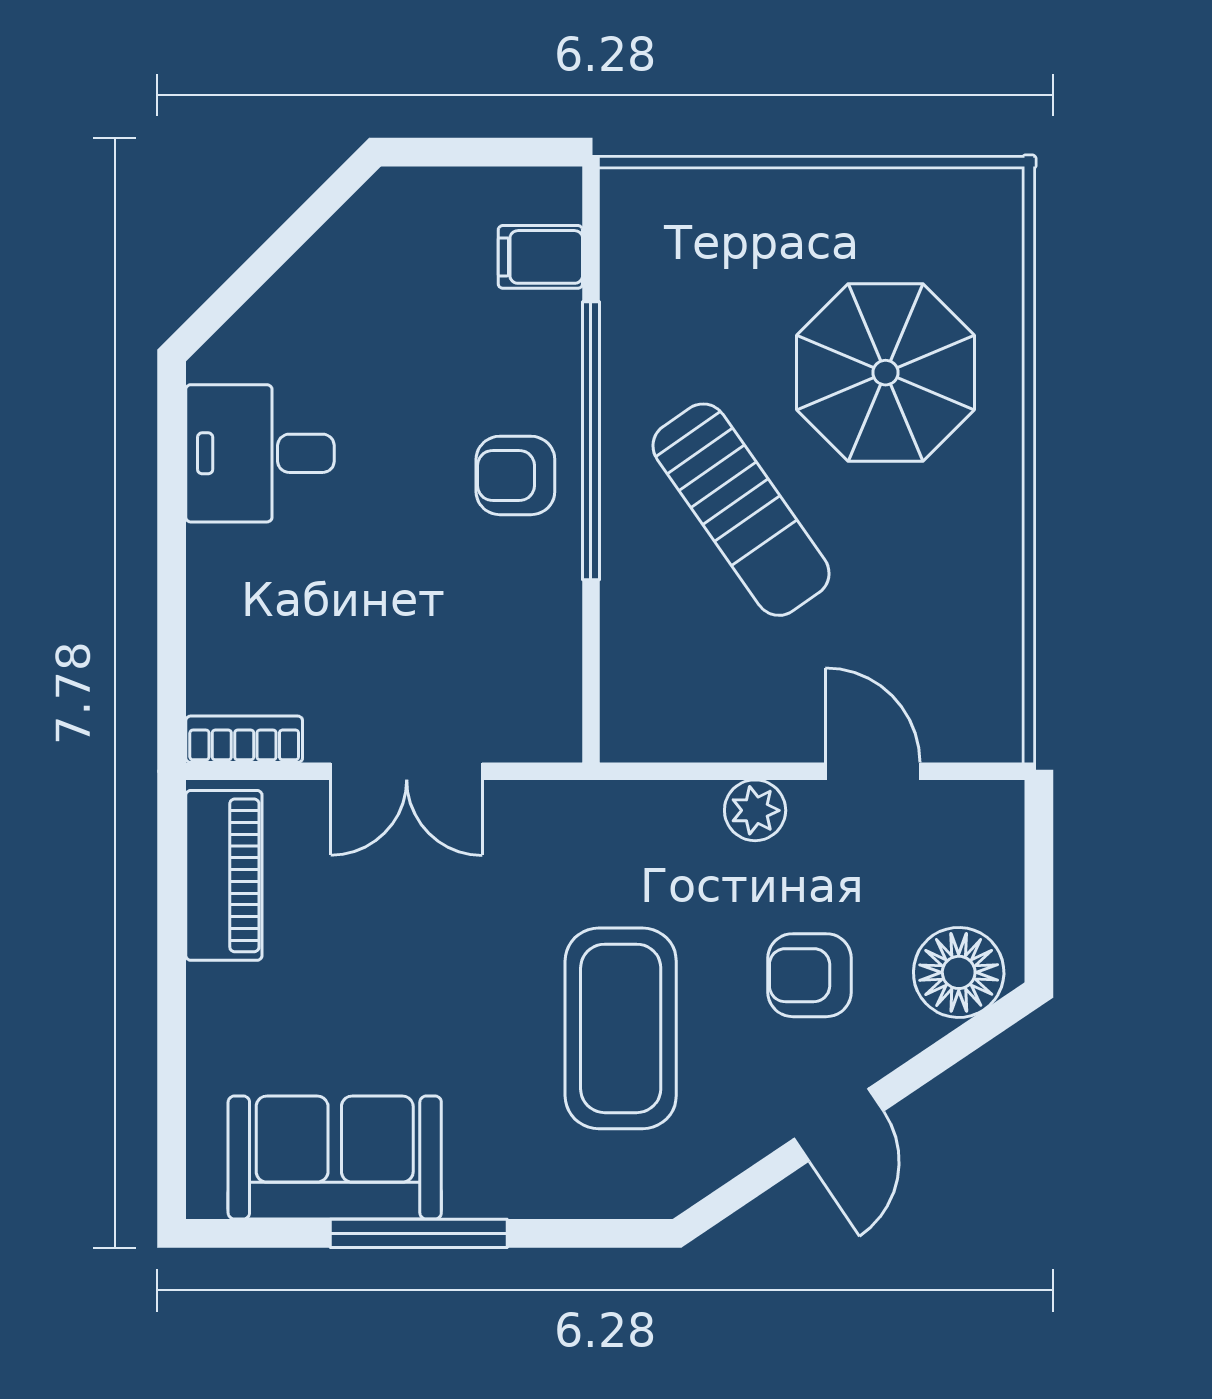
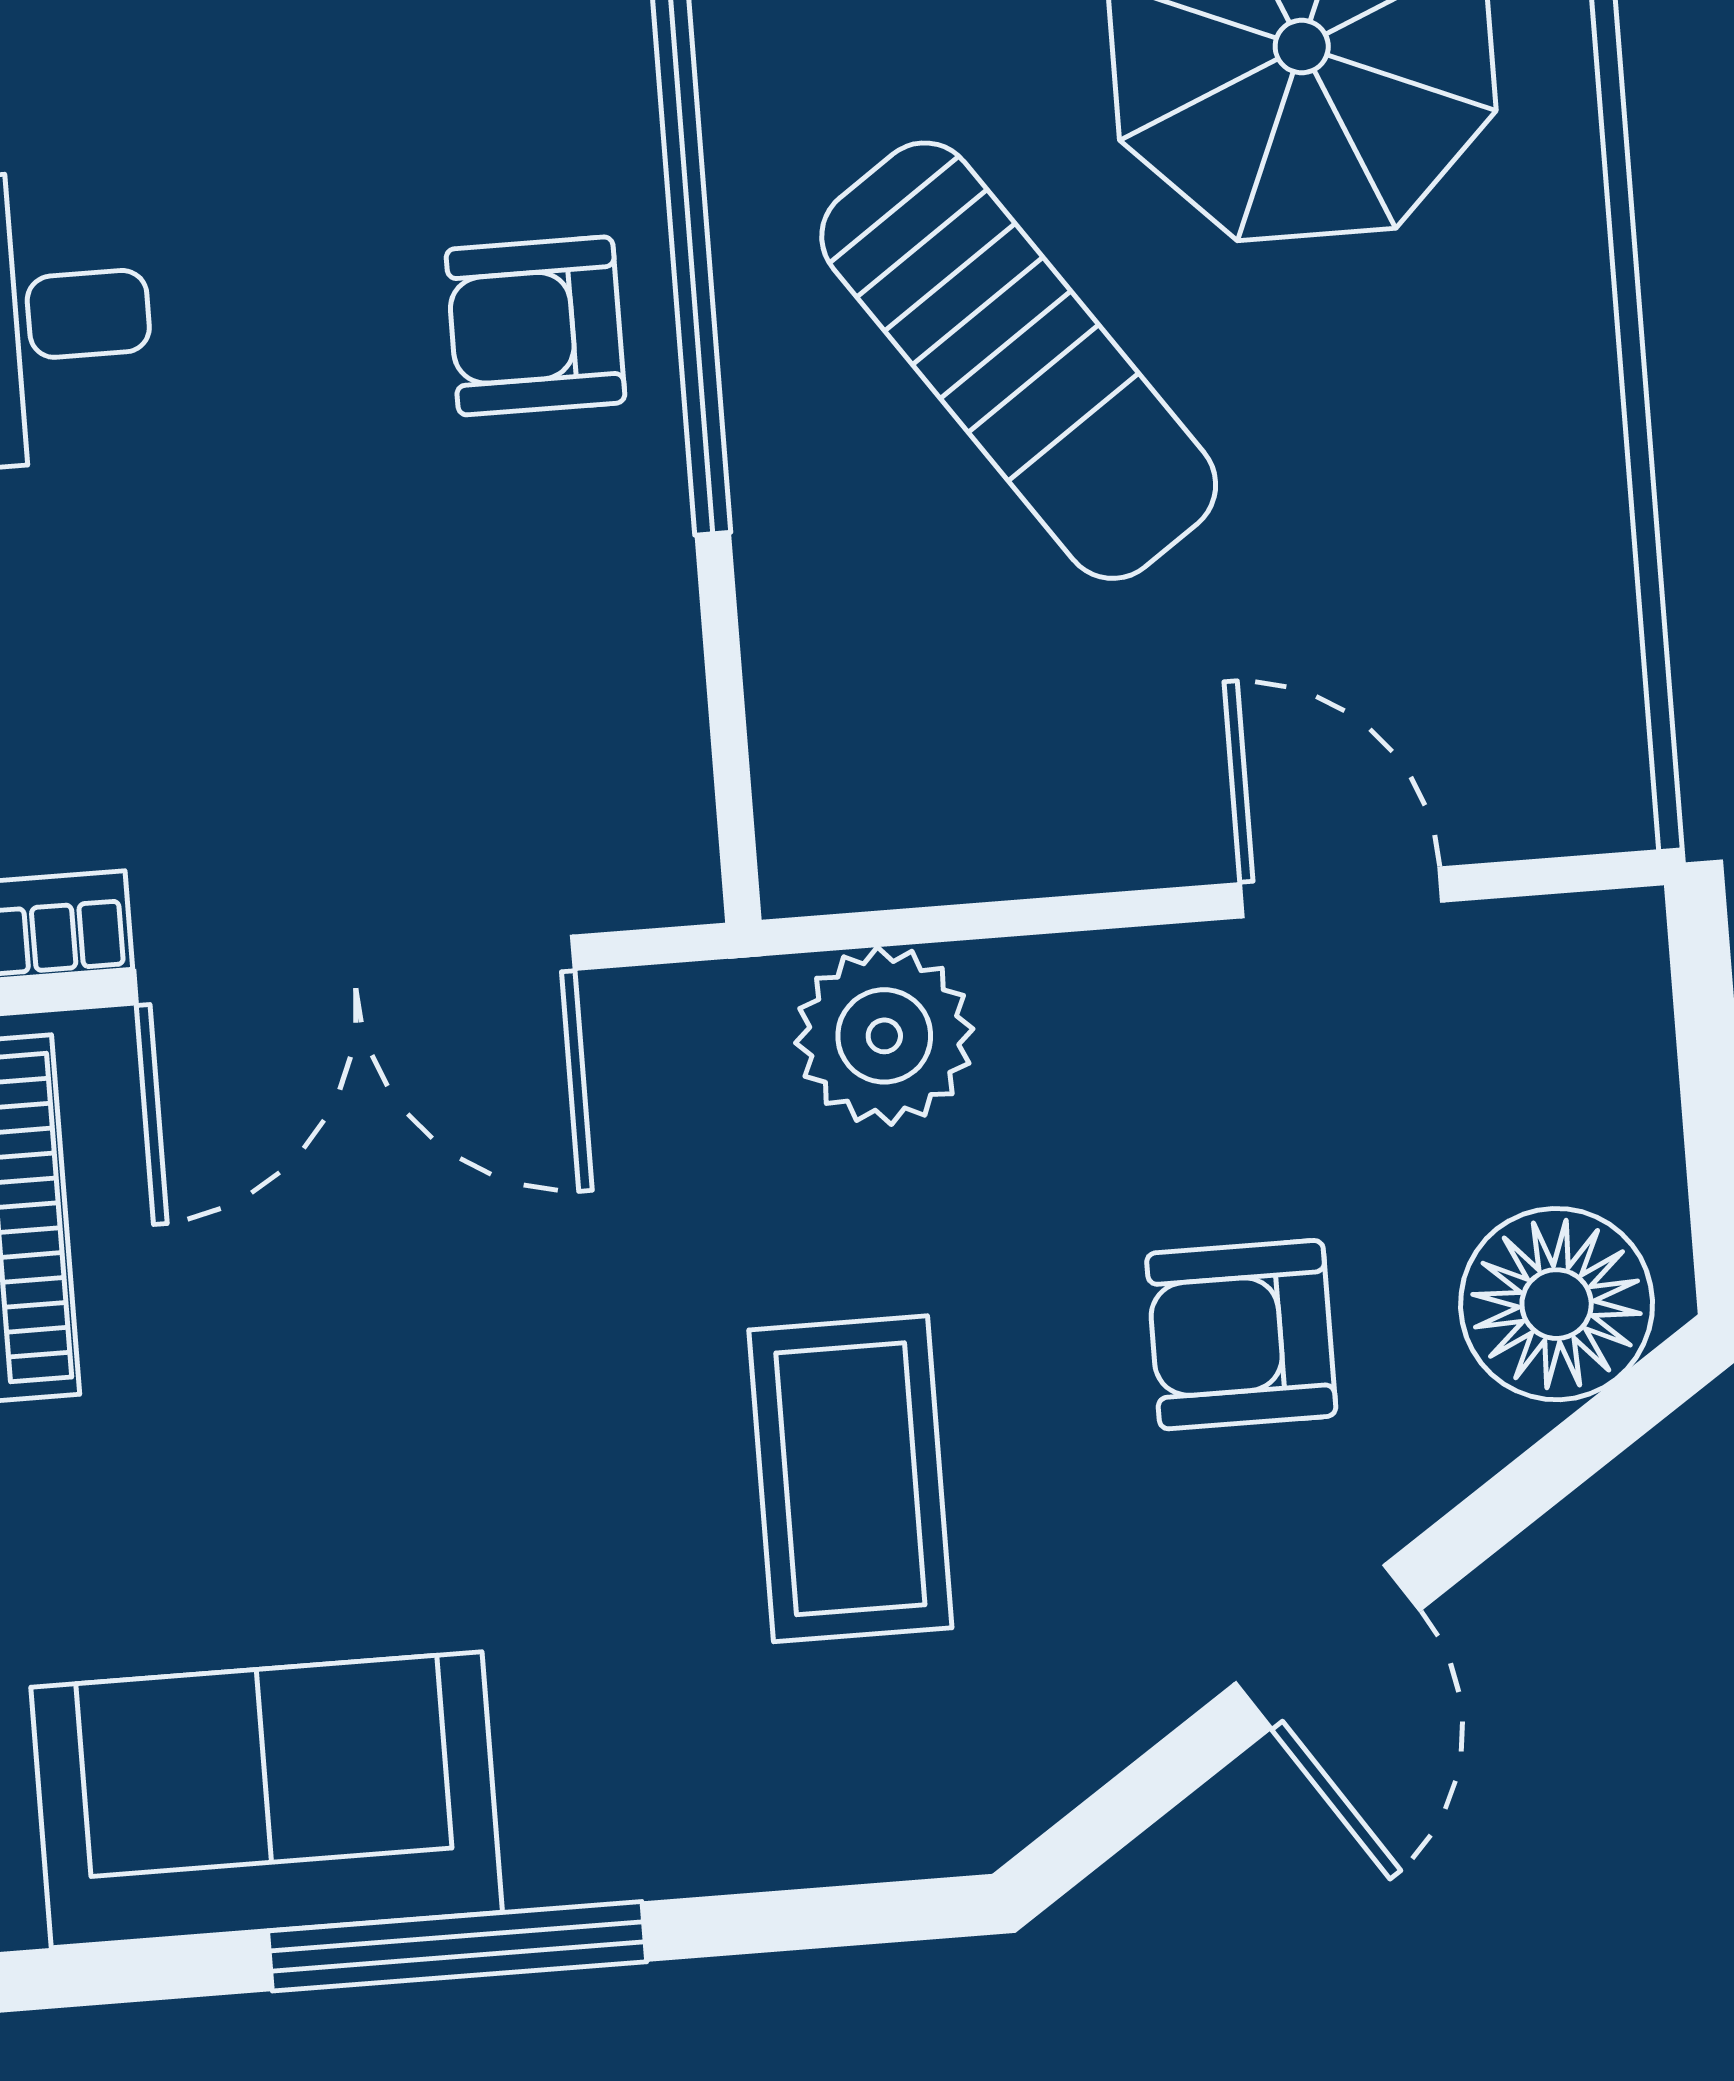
double door: (407, 771) -> (354, 970), width x1.37
plant: (755, 810) -> (884, 1036), moved, width x1.38, depth x1.38
coffee table: (621, 1028) -> (850, 1479), width x0.73, depth x0.76

